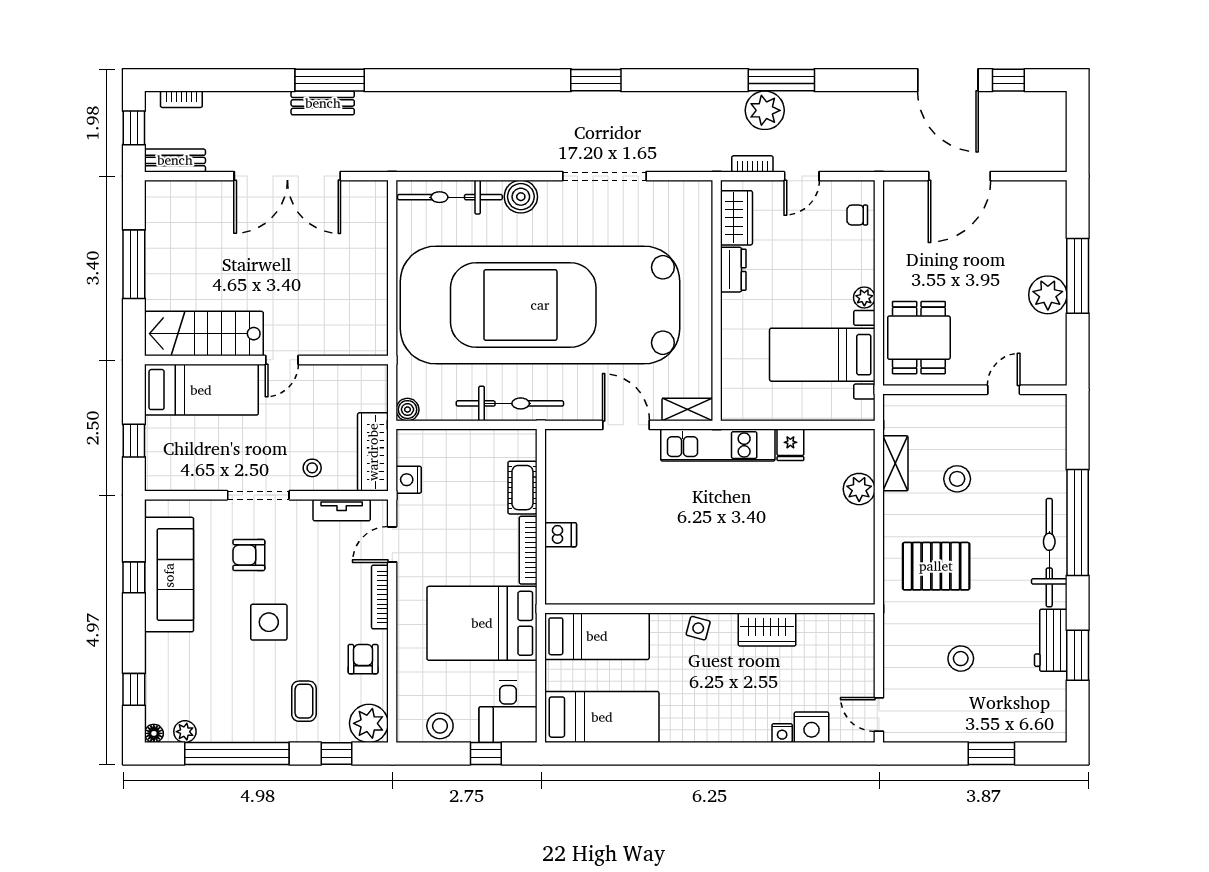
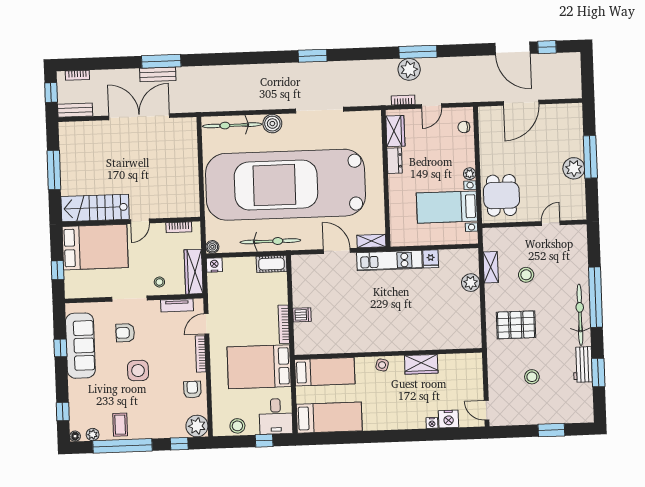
double door: (287, 176) -> (139, 117), swing flipped
bookcase: (350, 373) -> (179, 227), added
bed: (201, 390) -> (95, 247), width x1.50
nightstand: (409, 480) -> (214, 265), moved, turned 90
cot: (522, 488) -> (272, 264), moved, turned 90
coffee table: (304, 701) -> (120, 425), moved

